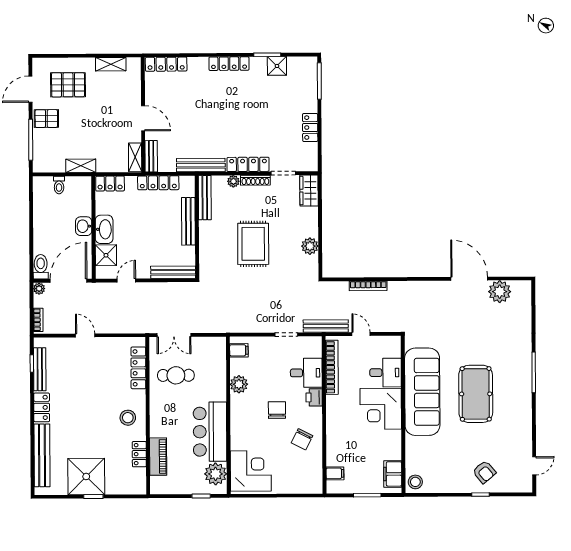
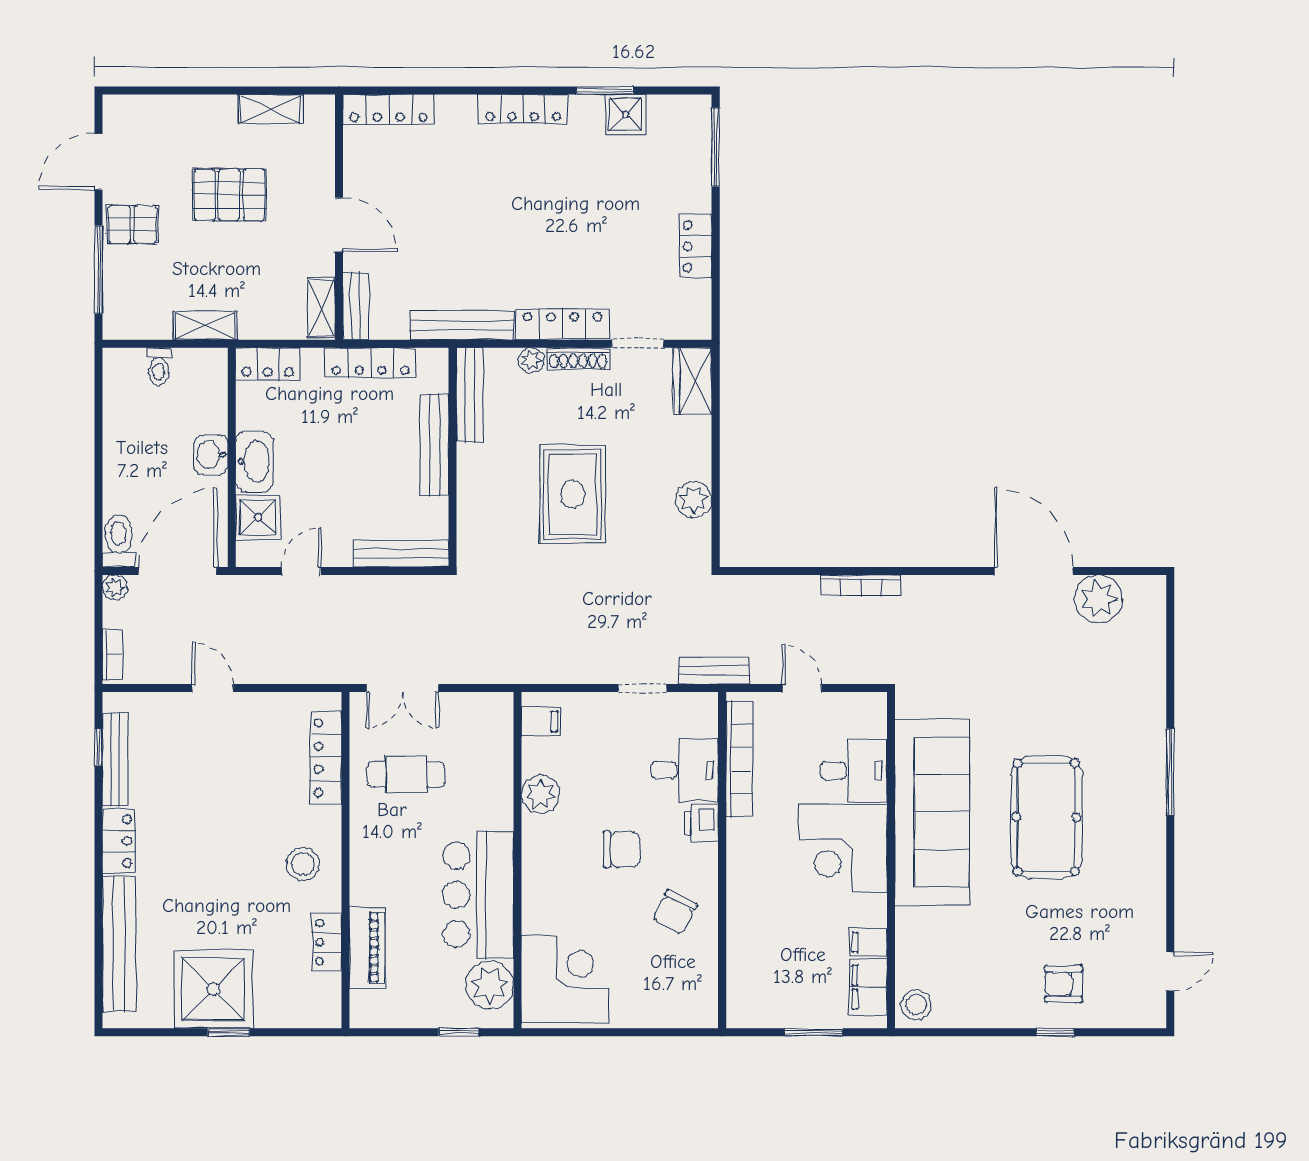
pallet: (68, 85) -> (229, 195), moved
bookcase: (368, 286) -> (861, 585), moved
bench: (326, 326) -> (714, 671), width x0.73
chair: (277, 410) -> (622, 849), turned 90
armchair: (484, 472) -> (1064, 984), turned 130
filing cabinet: (335, 473) -> (868, 942), moved, turned 180

